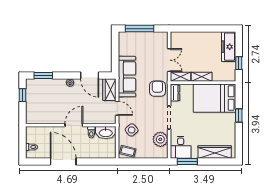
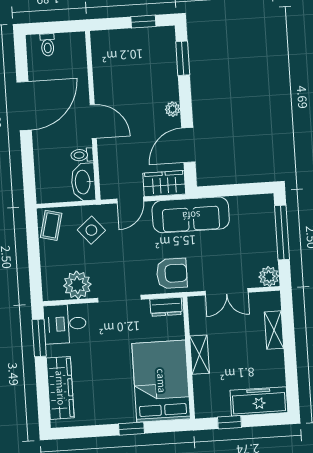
plant: (162, 37) -> (269, 277), added
shelving: (180, 77) -> (274, 330), moved

